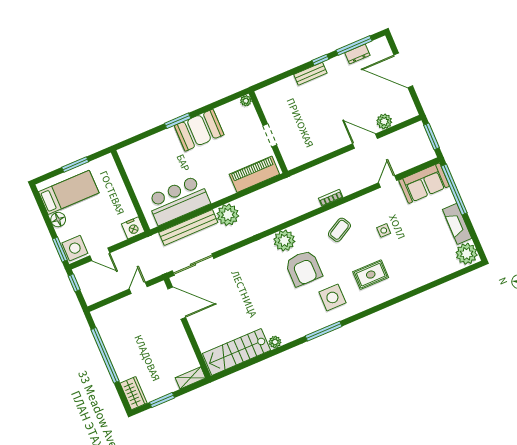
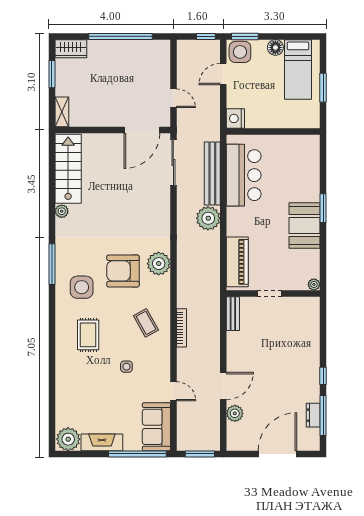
bench: (310, 74) -> (233, 314), moved
bookcase: (331, 198) -> (182, 328), width x1.56

